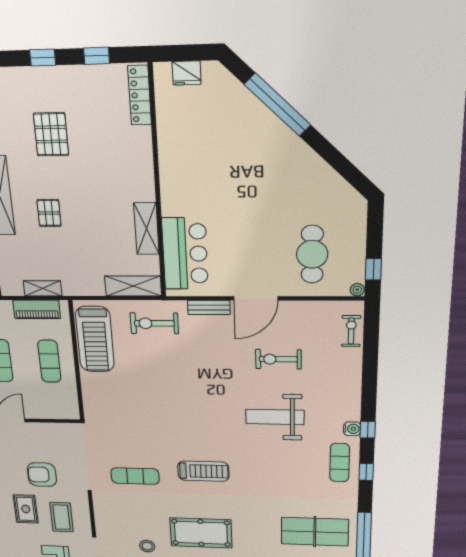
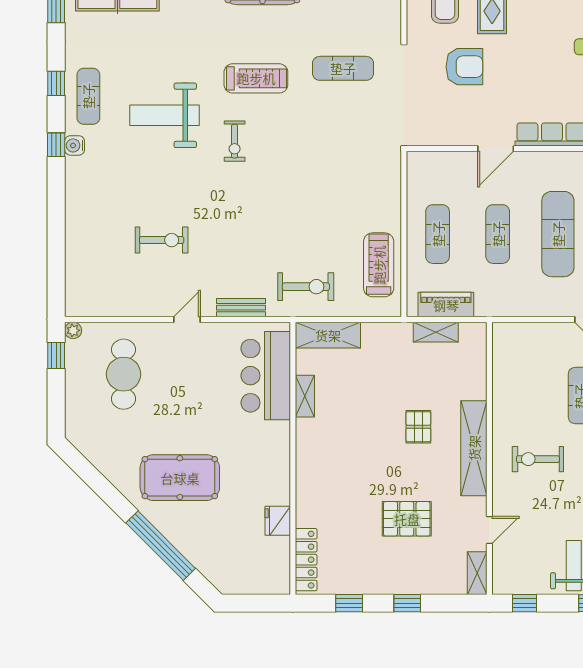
fridge: (187, 73) -> (278, 521), moved, turned -90
pallet: (51, 134) -> (407, 519), turned 90
pool table: (260, 167) -> (180, 478), added
shelving: (146, 229) -> (305, 396), width x0.67, depth x0.75
door: (256, 298) -> (187, 319), width x0.53
exercise bike: (351, 331) -> (235, 141), moved
treadmill: (95, 339) -> (379, 265), width x0.73, depth x0.73
weight bench: (275, 417) -> (164, 115), moved, turned 180
treadmill: (203, 471) -> (256, 78), turned 180

